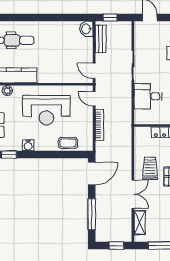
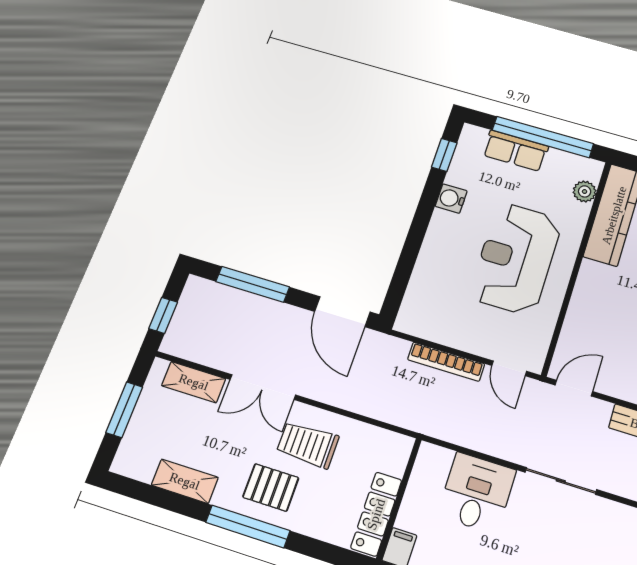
door: (94, 99) -> (509, 368), swing flipped
coffee table: (68, 143) -> (428, 282), removed
trolley: (150, 168) -> (308, 445), turned 180

